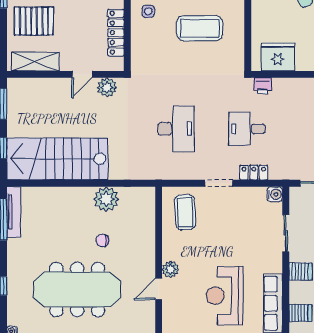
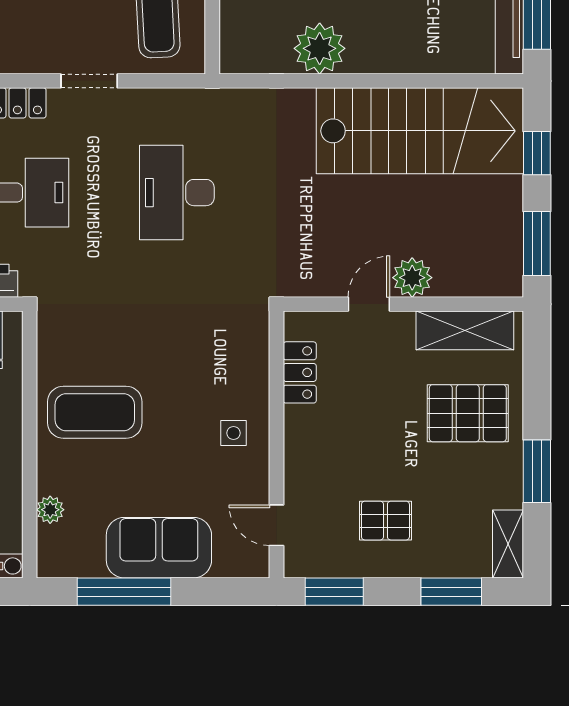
coffee table: (200, 28) -> (95, 412), moved
locker: (116, 33) -> (300, 372), width x0.66
plant: (107, 87) -> (412, 278), moved

